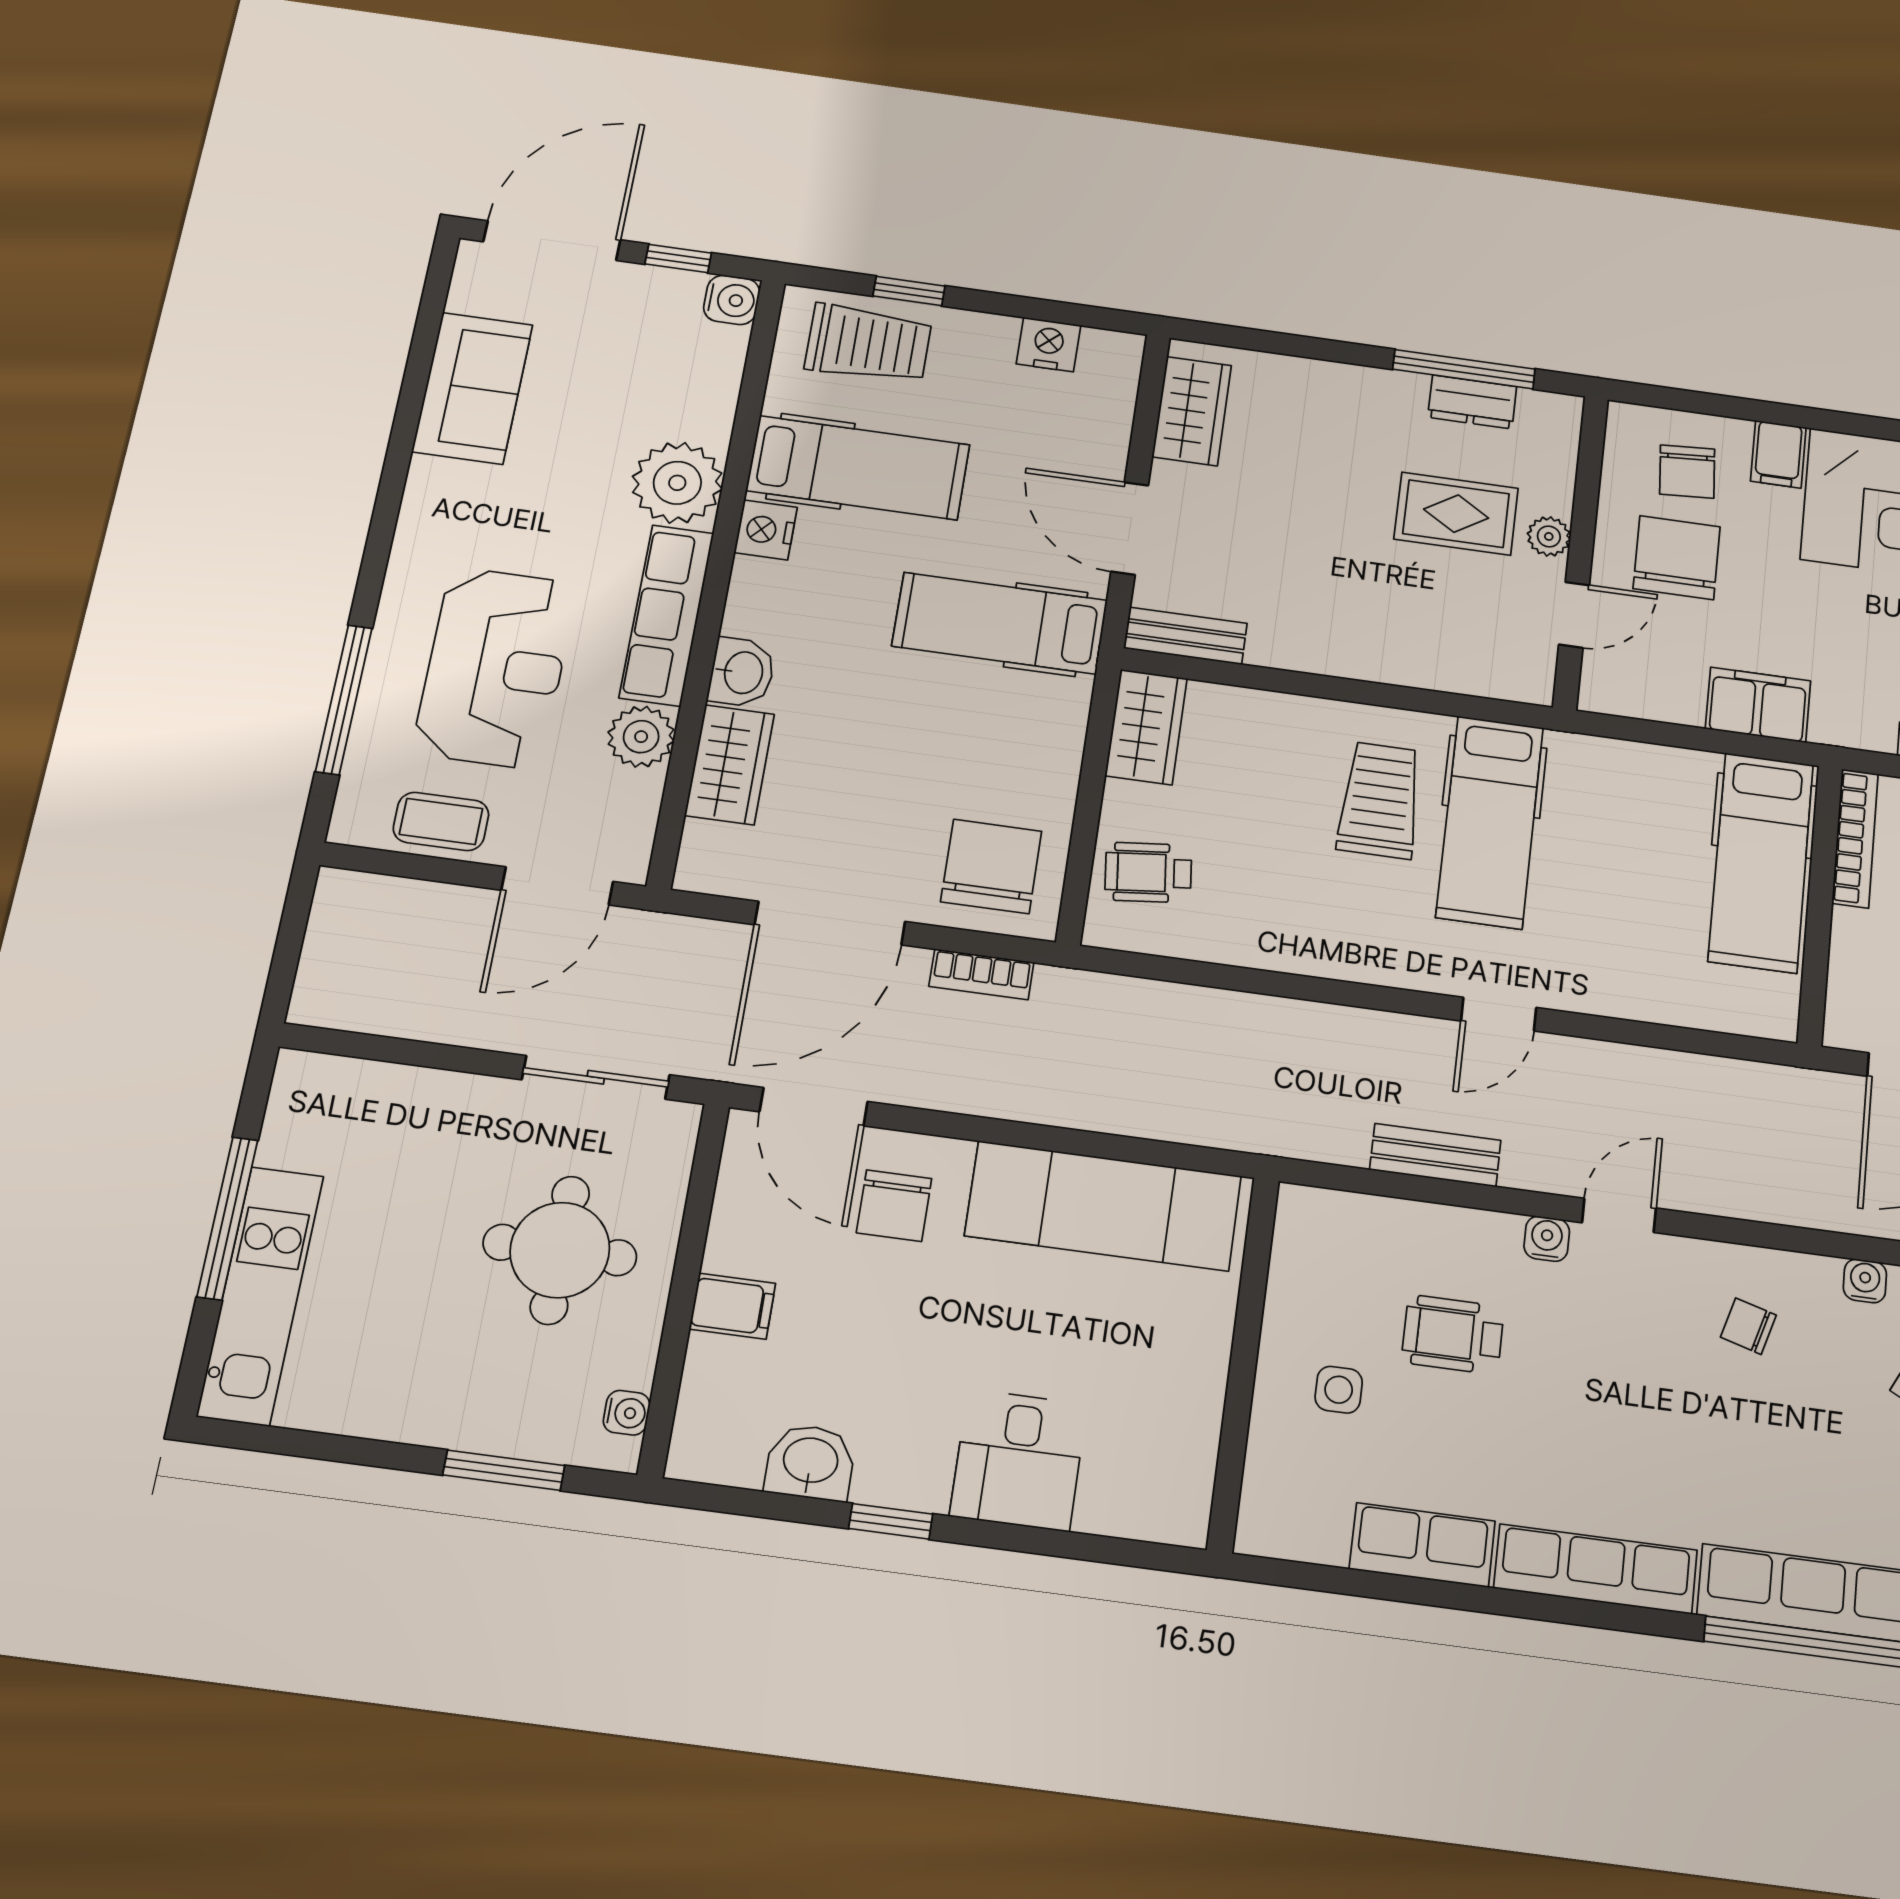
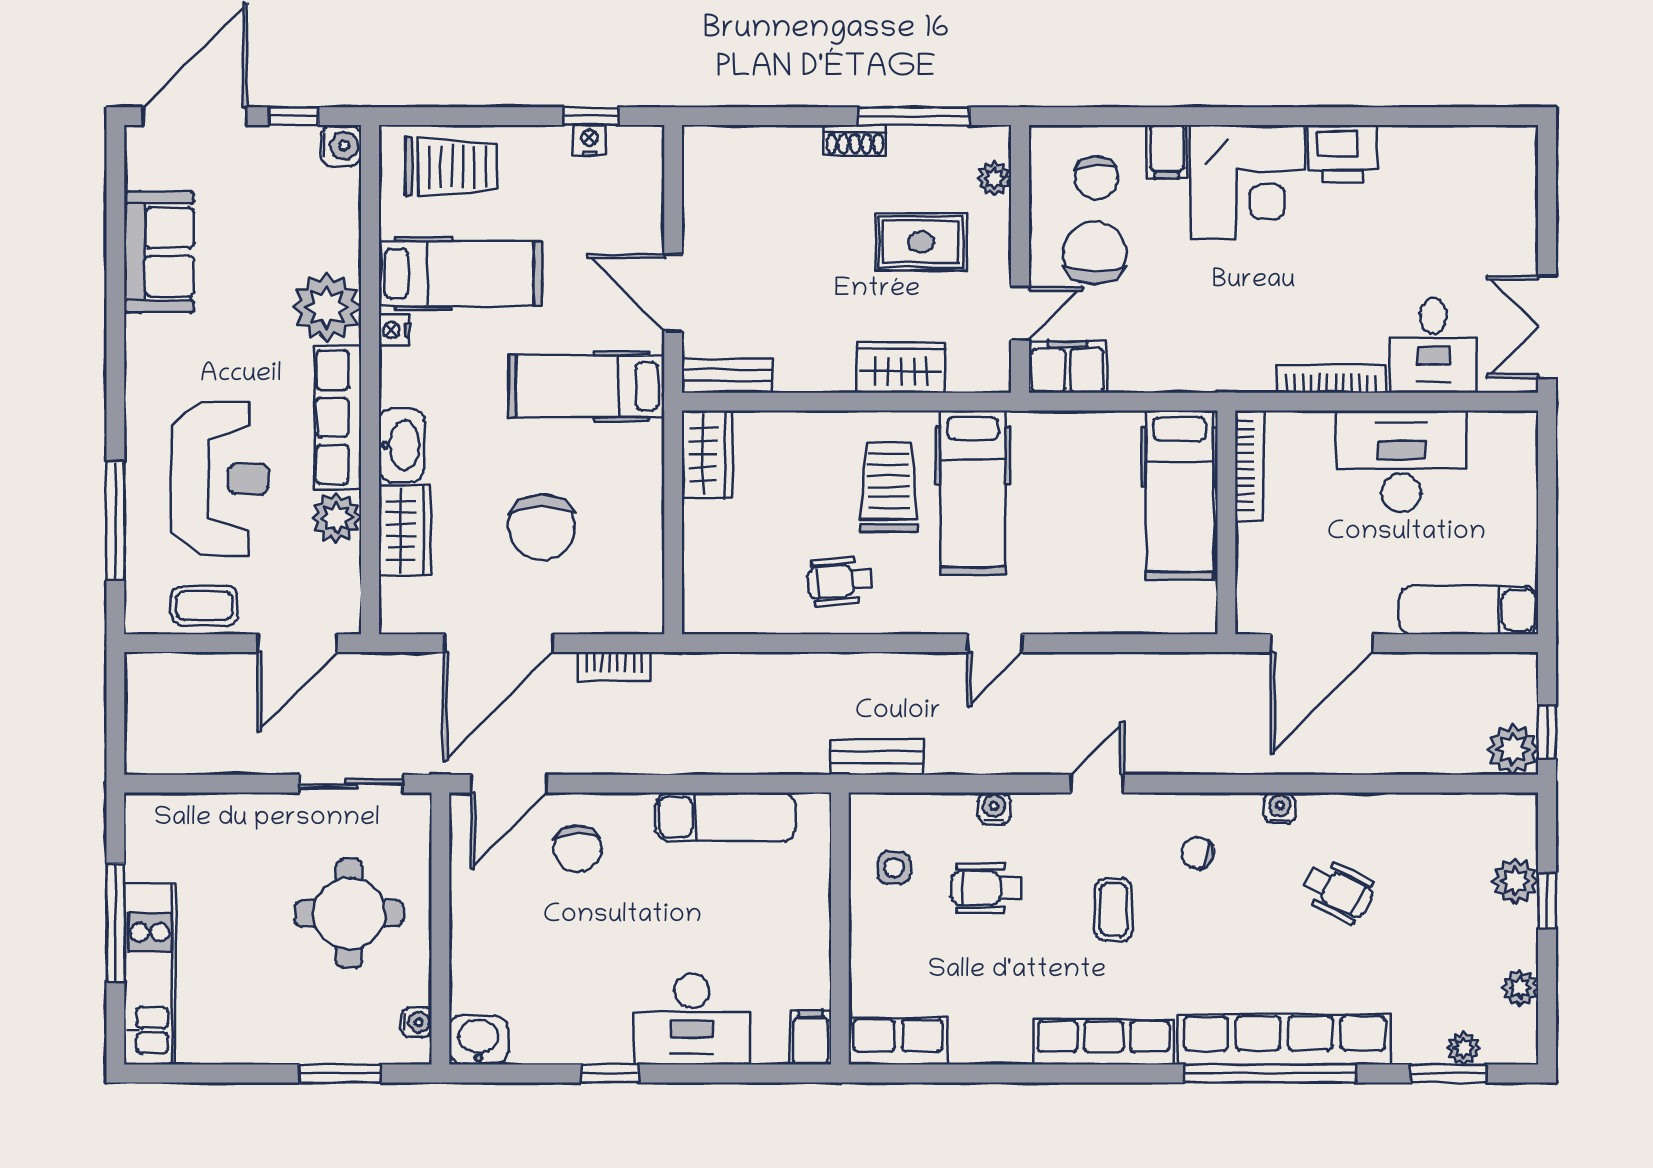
window: (909, 291) -> (591, 116), moved
nightstand: (1049, 345) -> (589, 140), width x0.72, depth x0.74
shoe rack: (1386, 386) -> (855, 140), added
dresser: (1472, 402) -> (923, 144), removed
wardrobe: (1192, 411) -> (901, 367), moved, turned -90
nightstand: (766, 530) -> (394, 330), width x0.72, depth x0.74
plant: (1549, 536) -> (994, 178), moved
washbasin: (742, 672) -> (401, 445), width x1.38
filing cabinet: (1758, 705) -> (1068, 367), moved
chair: (991, 866) -> (542, 527), moved, turned 180
wheelchair: (1148, 873) -> (840, 581), moved
door: (814, 1107) -> (509, 784), hinge flipped
bench: (1435, 1155) -> (877, 757), moved
exam couch: (1103, 1206) -> (726, 817), width x0.73, depth x0.69
water cooler: (1547, 1239) -> (994, 808), moved
filing cabinet: (733, 1306) -> (811, 1037), moved, turned -90
coffee table: (1626, 1387) -> (1114, 910), added
side table: (1339, 1390) -> (894, 868), moved
desk: (1018, 1460) -> (692, 1019), width x1.37
washbasin: (810, 1462) -> (478, 1040), moved
row of seats: (1422, 1545) -> (898, 1041), moved

